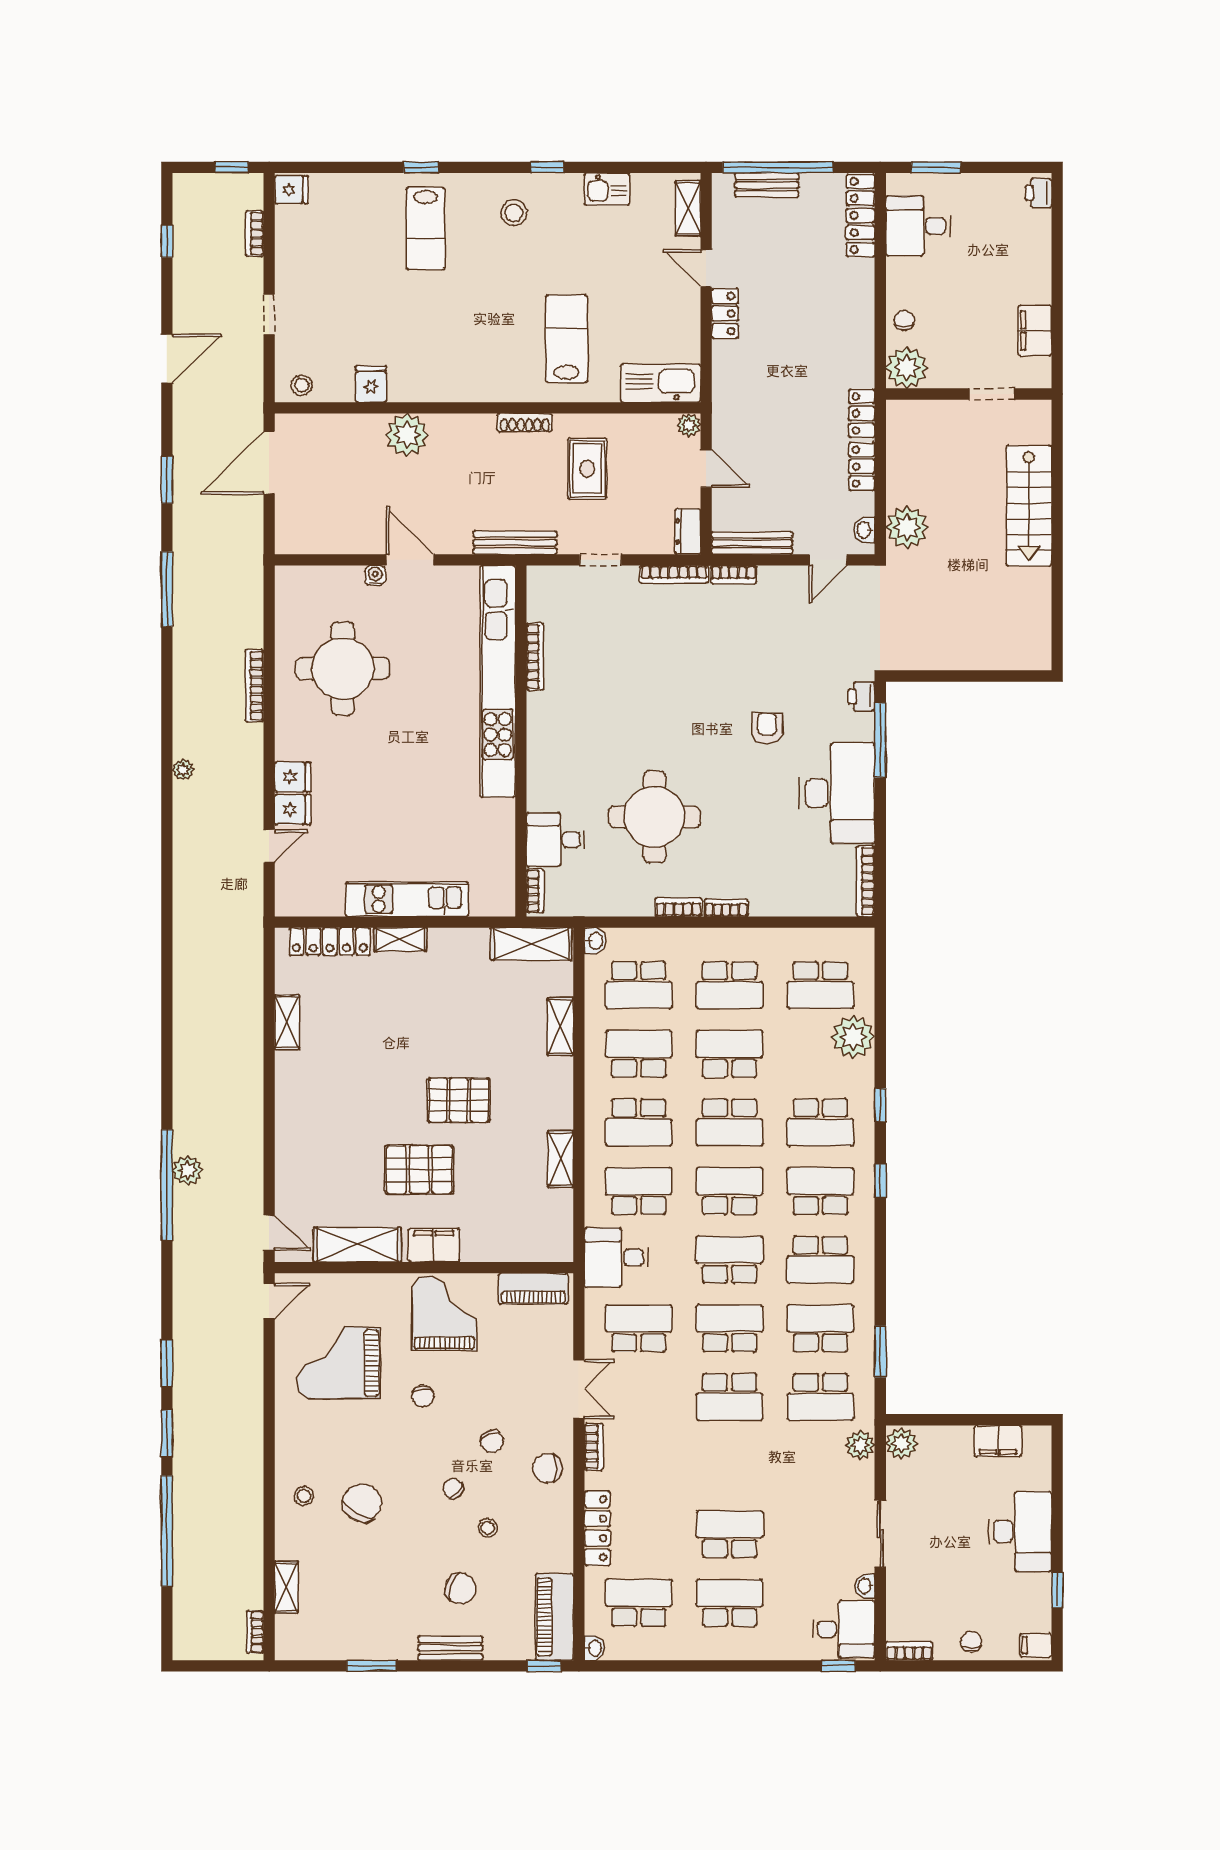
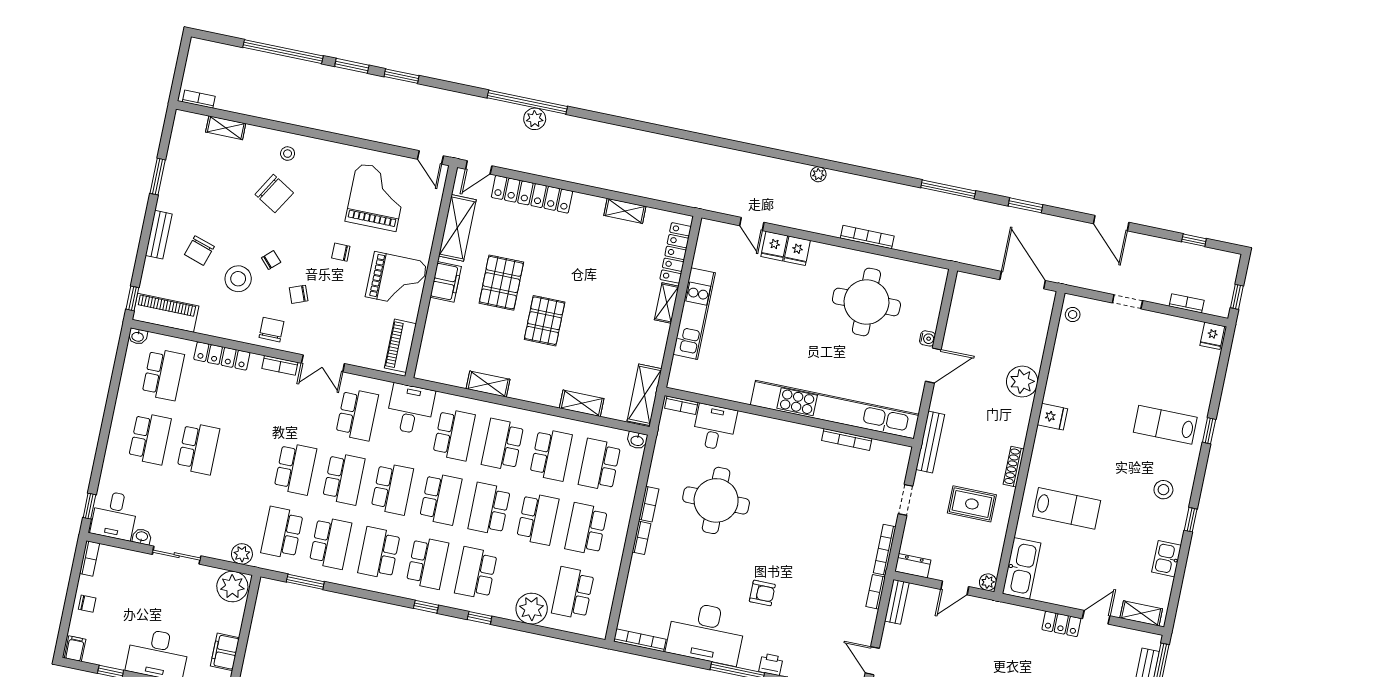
fridge: (371, 384) -> (1052, 417), moved
bench: (752, 543) -> (897, 602), width x0.73
locker: (291, 1153) -> (532, 194), added
school desk: (730, 1397) -> (295, 469), turned 180
plant: (901, 1443) -> (232, 586), width x1.36, depth x1.36
stool: (488, 1528) -> (238, 279), width x1.89, depth x1.89

